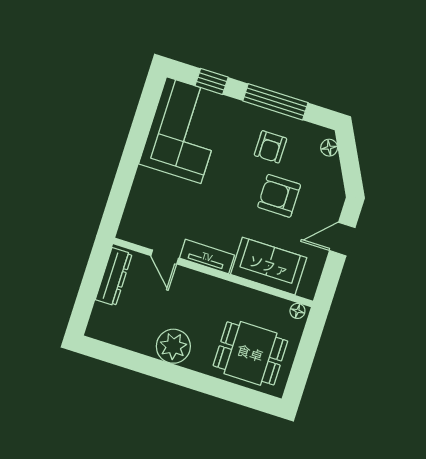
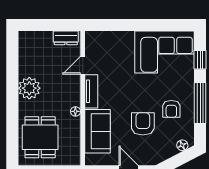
armchair: (271, 147) -> (171, 109), turned -90
dresser: (114, 277) -> (66, 38), width x0.70
floor lamp: (297, 311) -> (75, 111), moved

